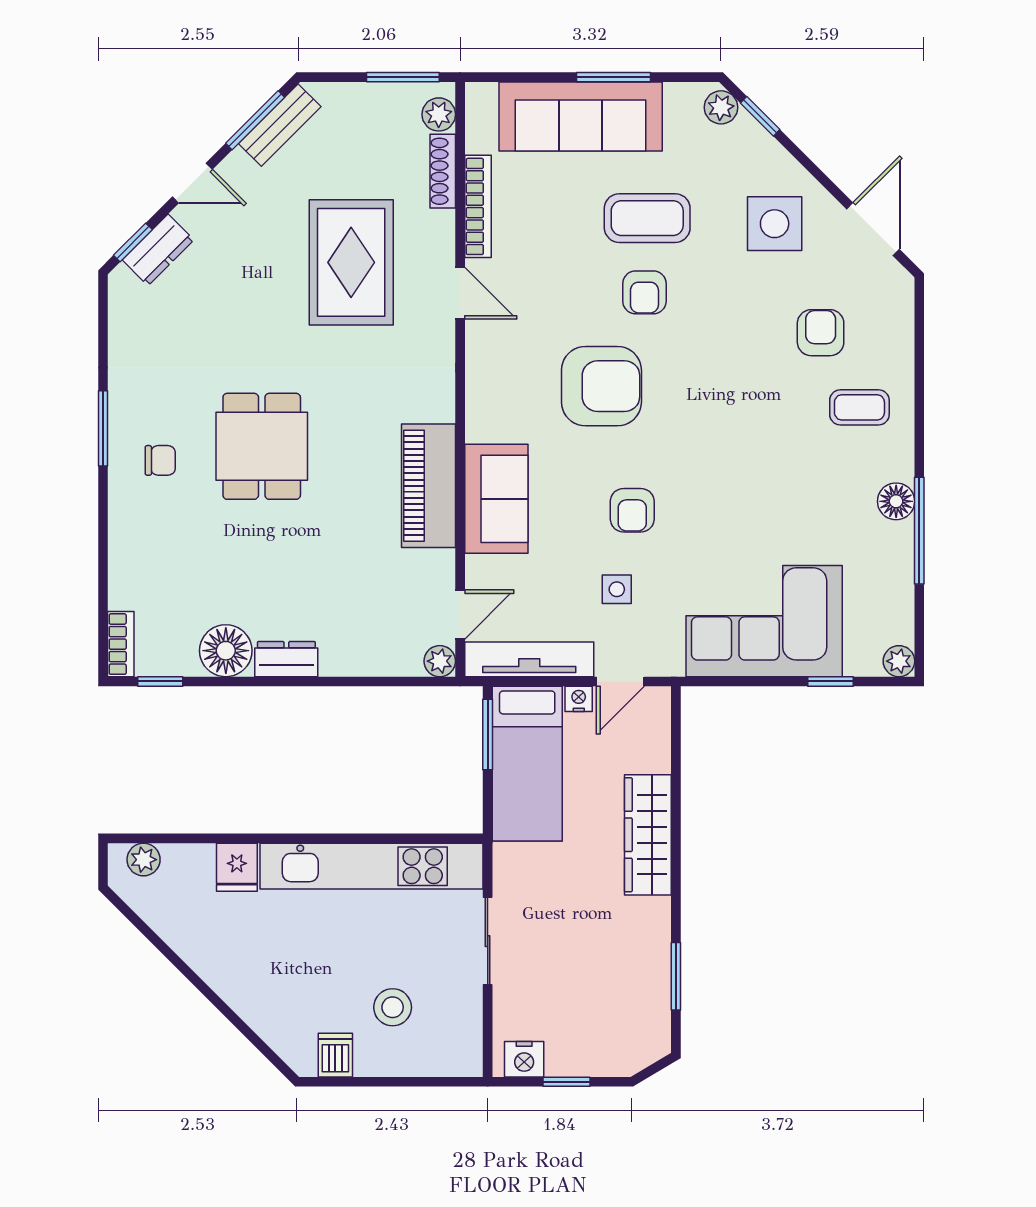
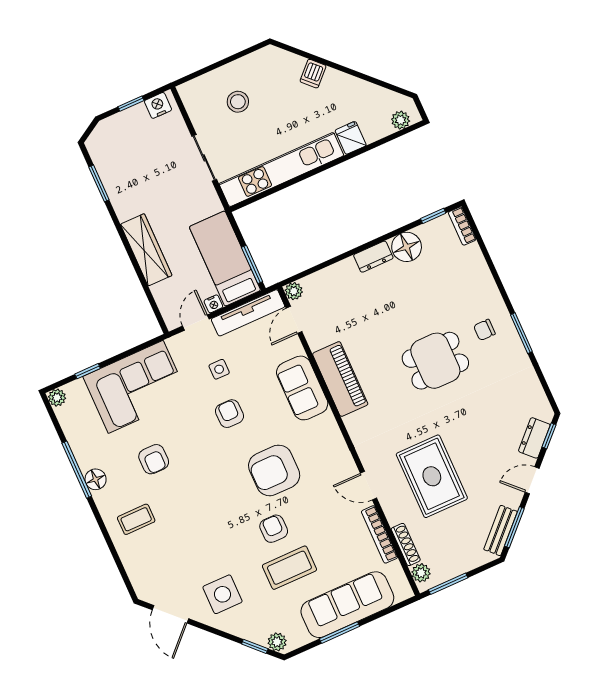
armchair: (821, 333) -> (154, 459), moved
dining table: (262, 446) -> (435, 361), turned 90
dishwasher: (335, 1055) -> (313, 74), moved, turned 45

